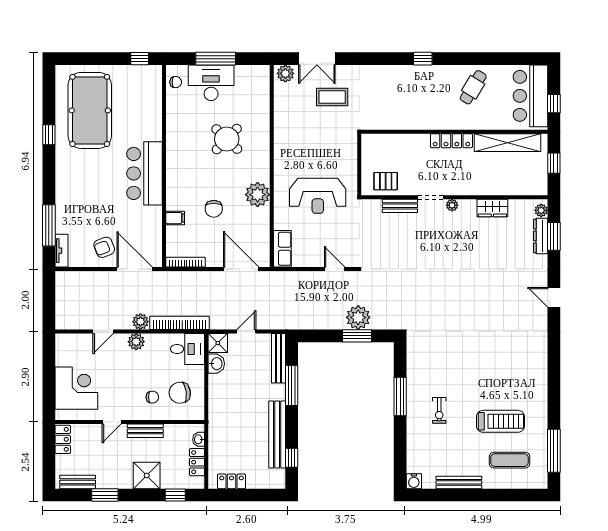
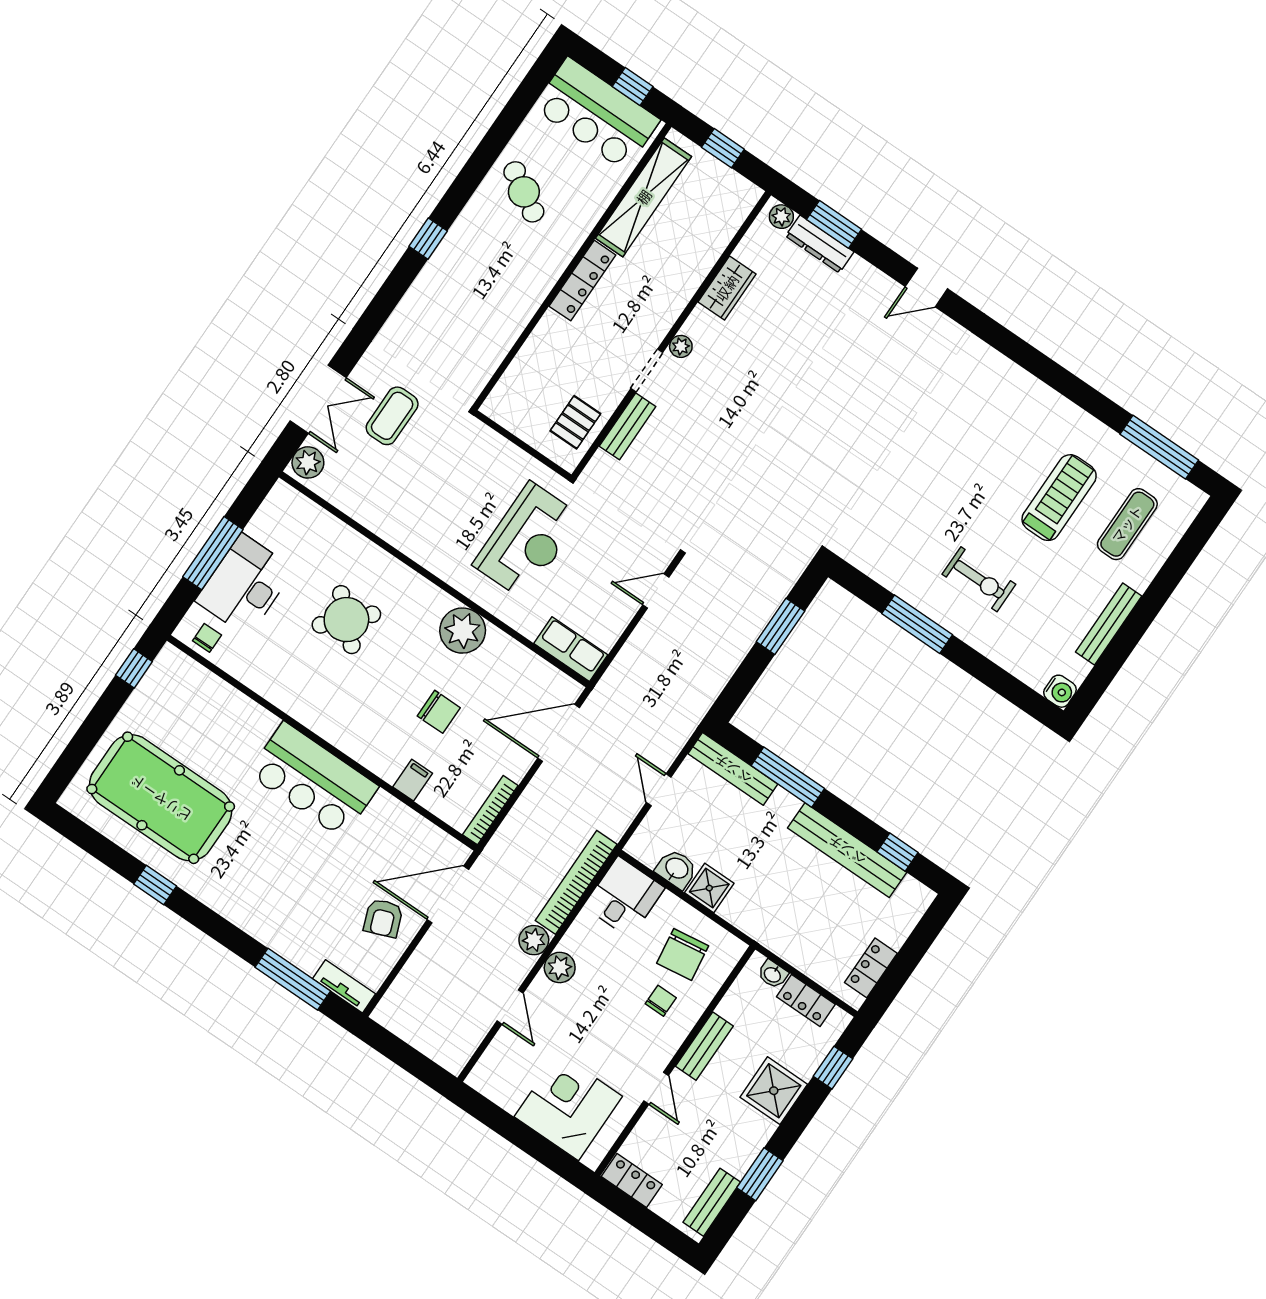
plant: (358, 317) -> (754, 606), removed
shower: (218, 343) -> (709, 888), moved
exercise bike: (439, 410) -> (979, 579), width x1.38, depth x1.39

